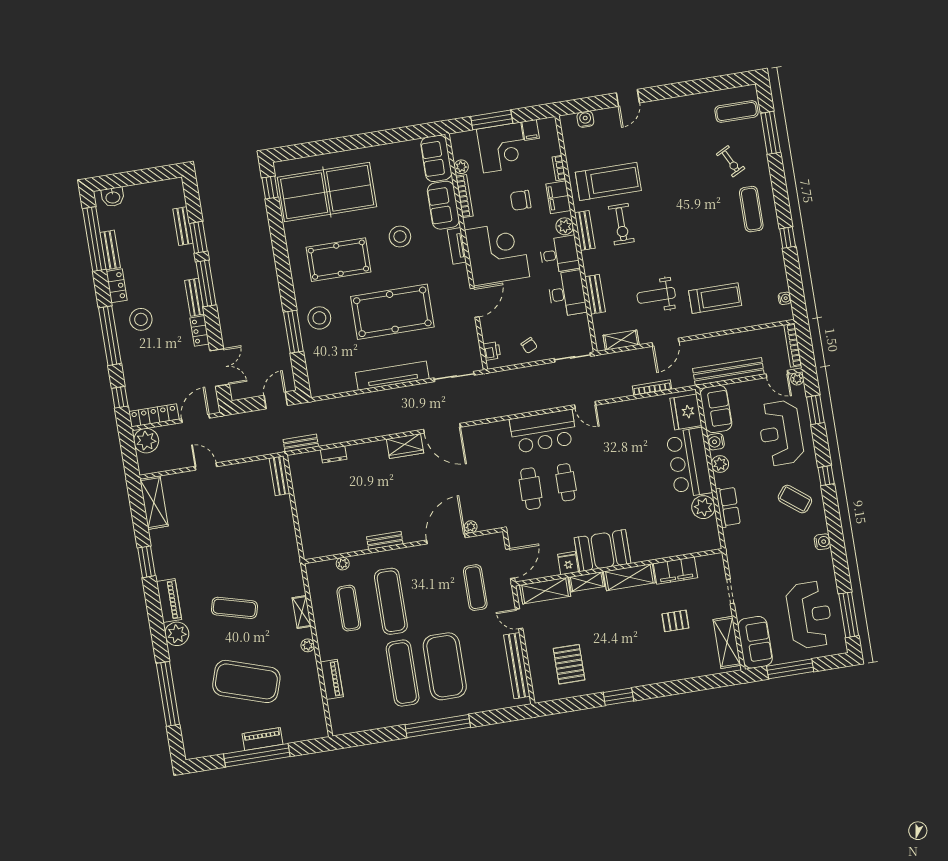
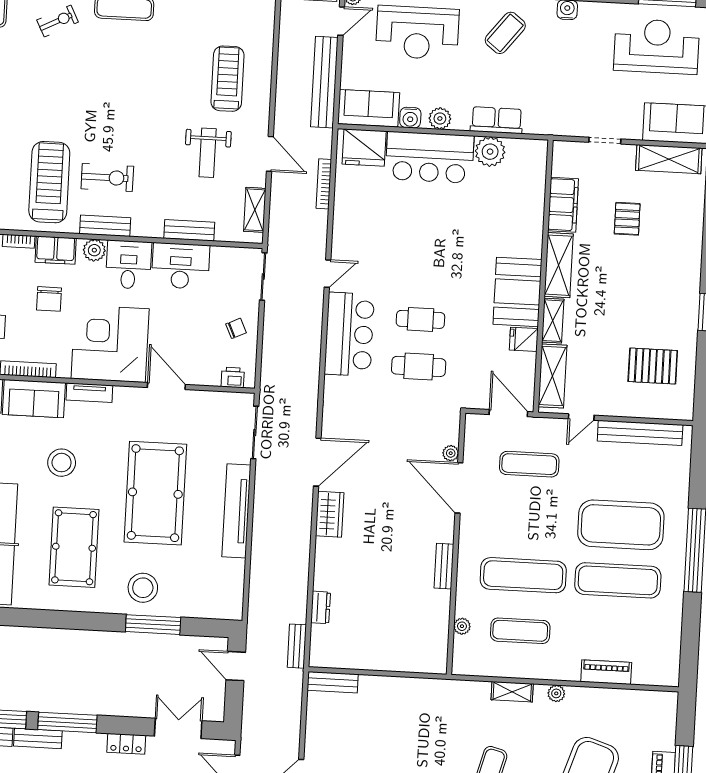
bench: (194, 297) -> (38, 738), moved

